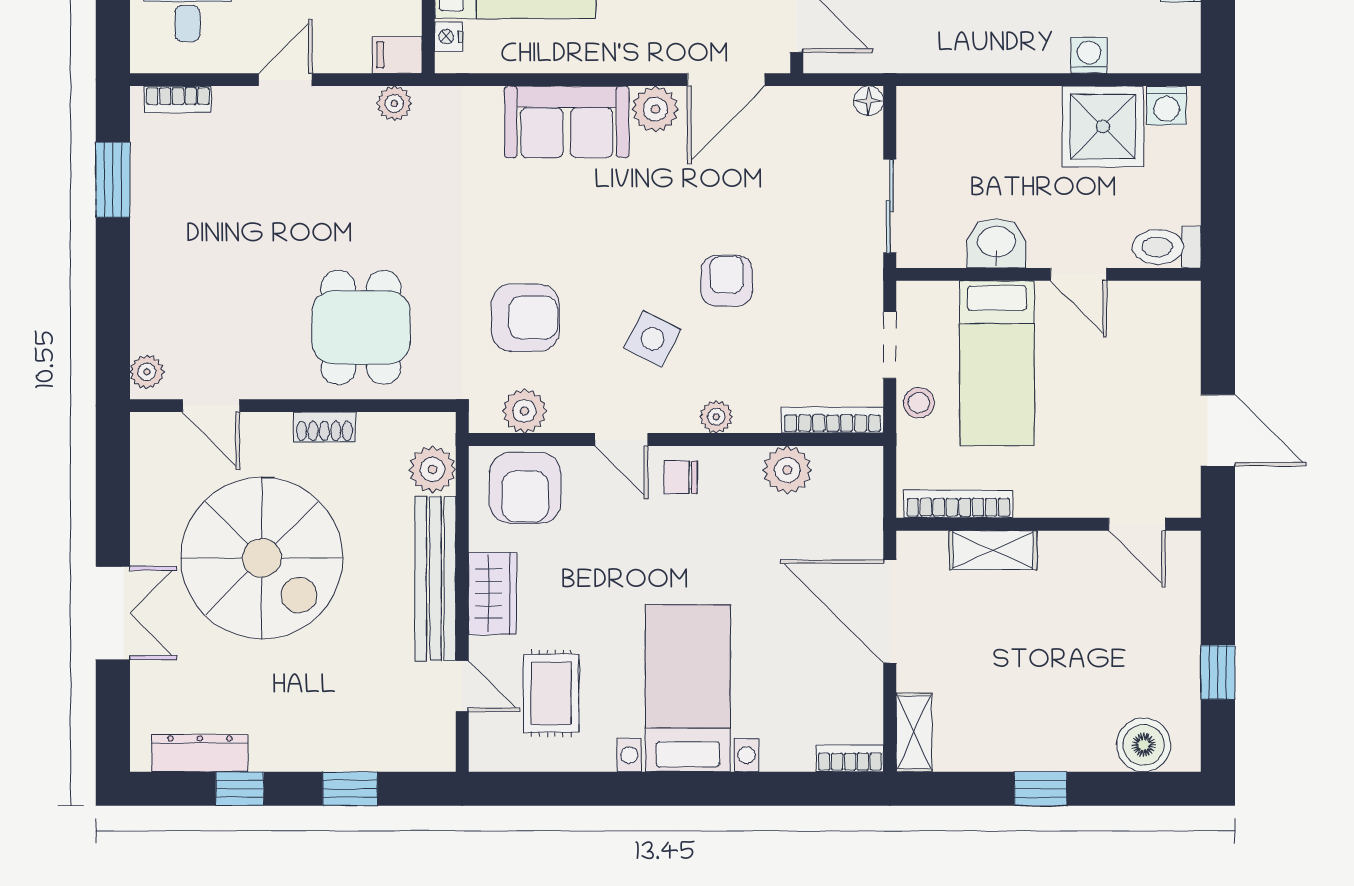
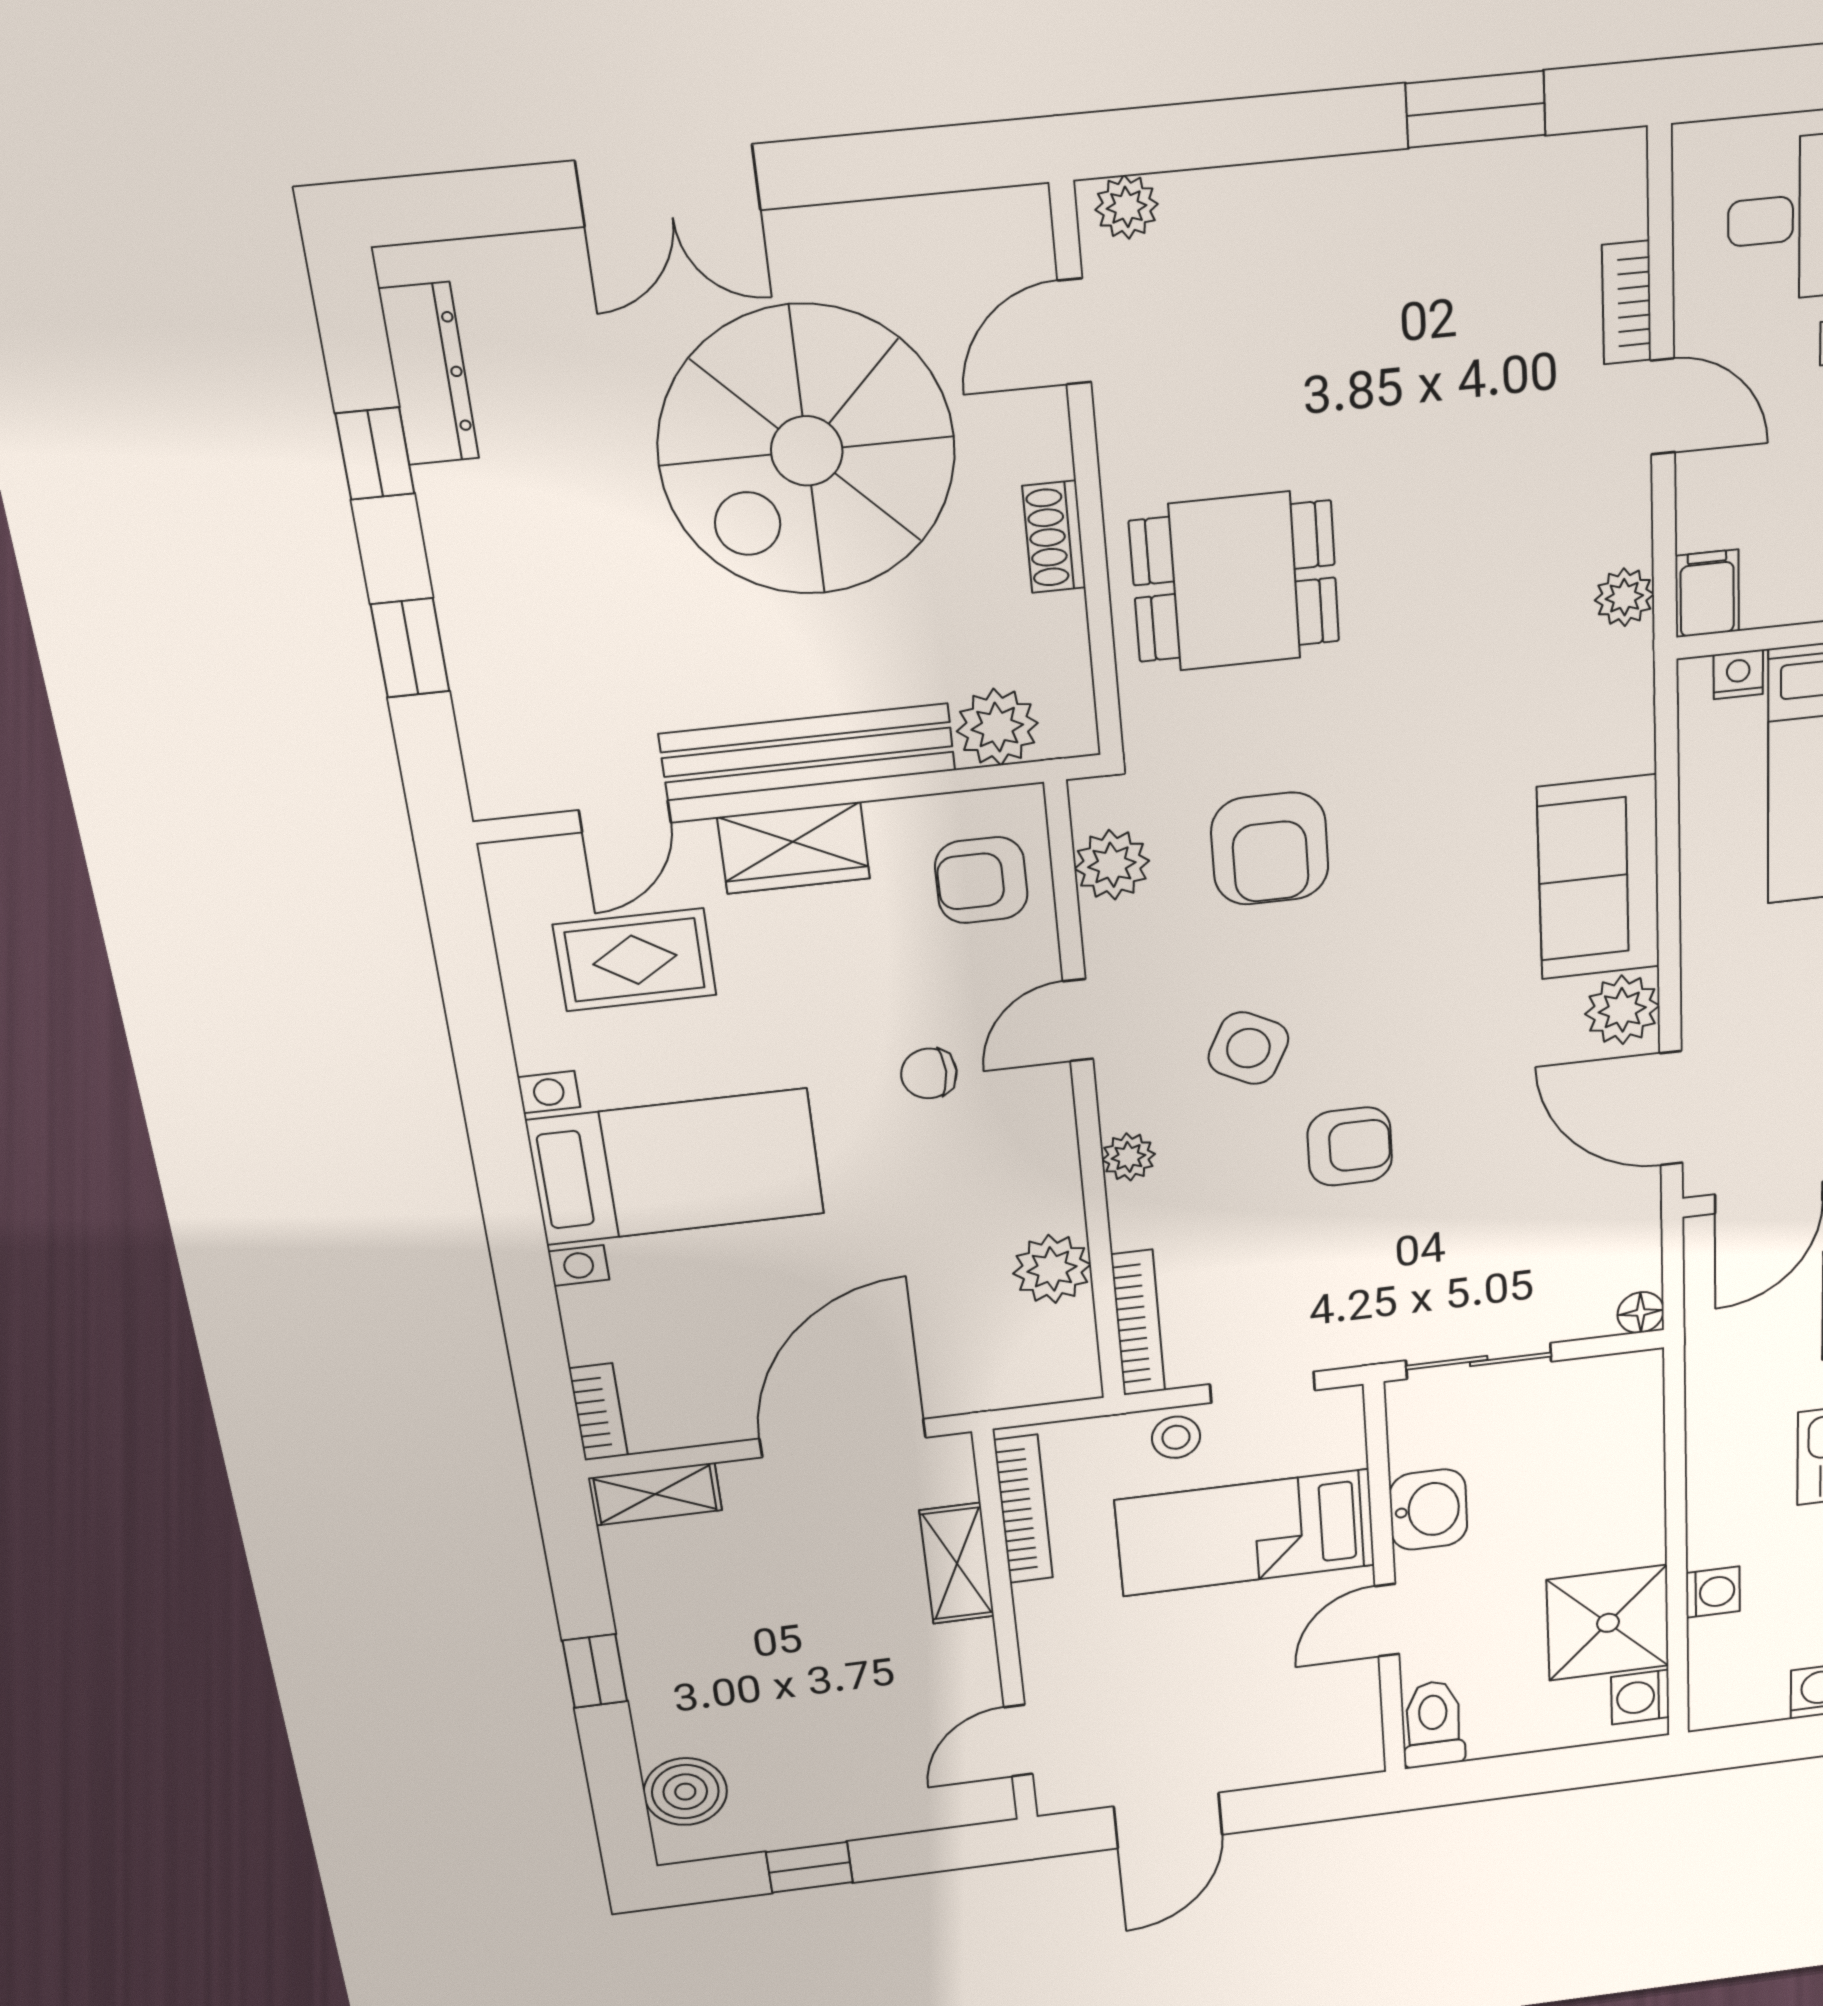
bookcase: (178, 99) -> (1627, 303), moved
chair: (680, 477) -> (929, 1073), moved, turned -90
armchair: (525, 488) -> (981, 880), width x0.72, depth x0.72

